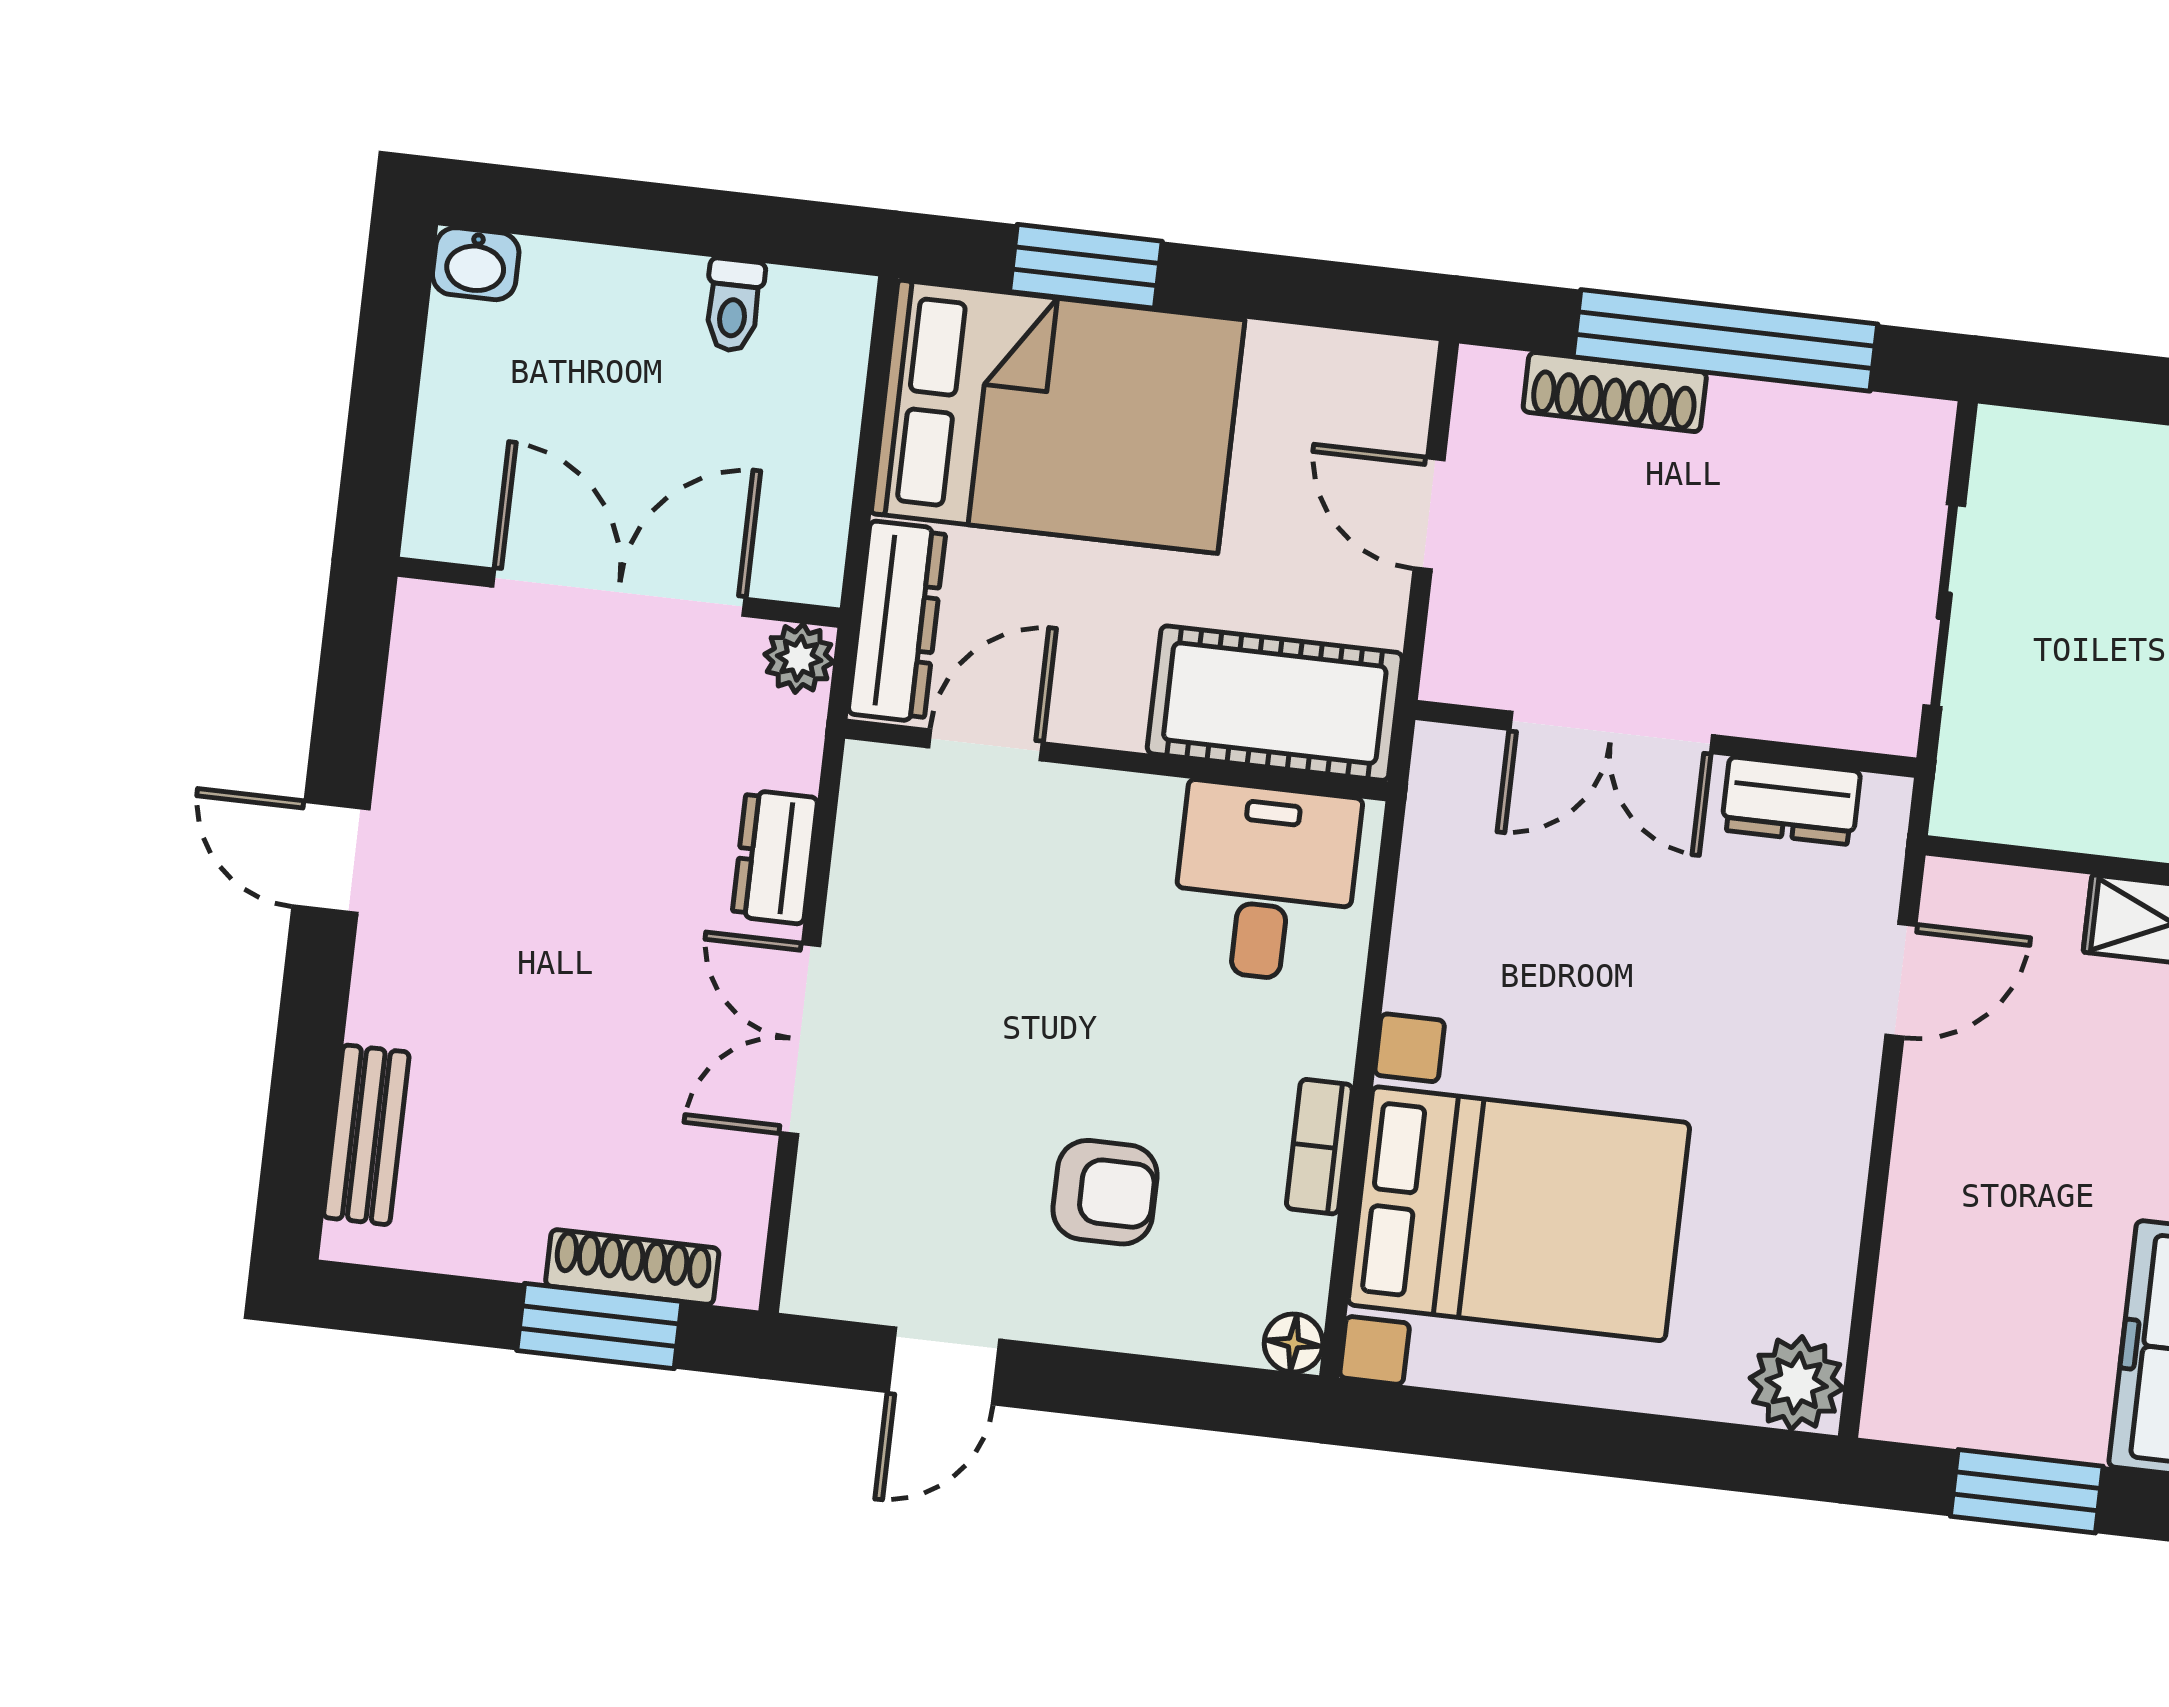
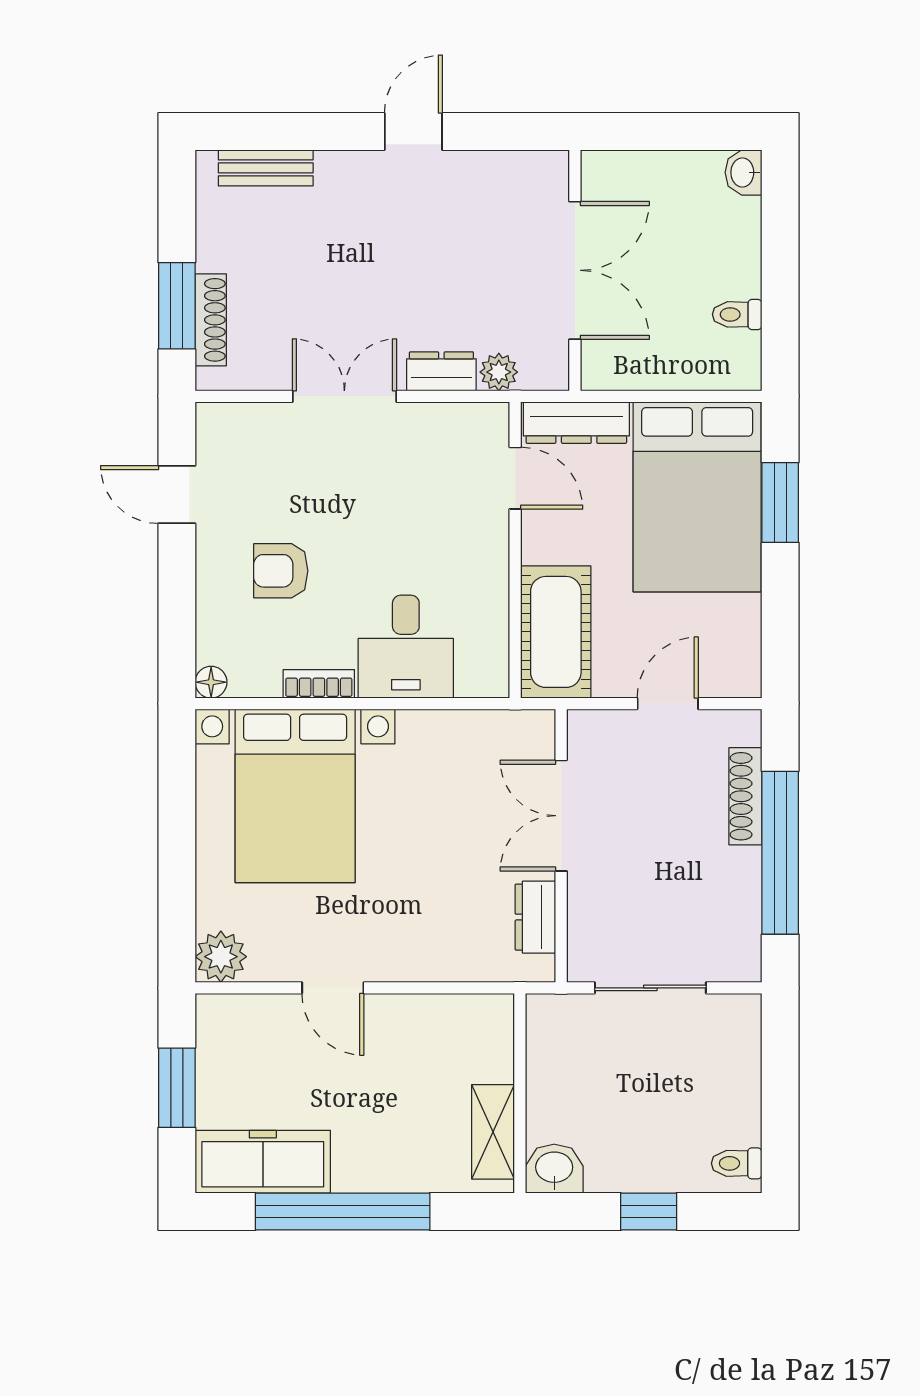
plant: (799, 658) -> (499, 372), moved
desk: (1265, 883) -> (406, 647), moved, turned 90
door: (1901, 980) -> (333, 988), moved
armchair: (1105, 1192) -> (281, 571), turned 90

